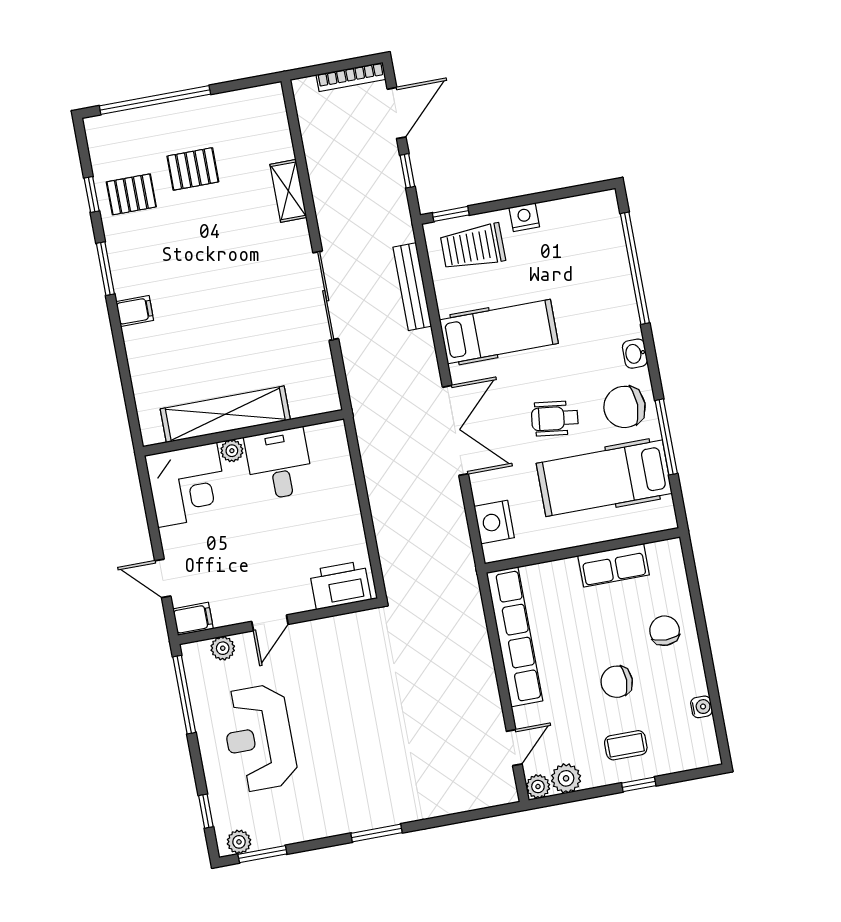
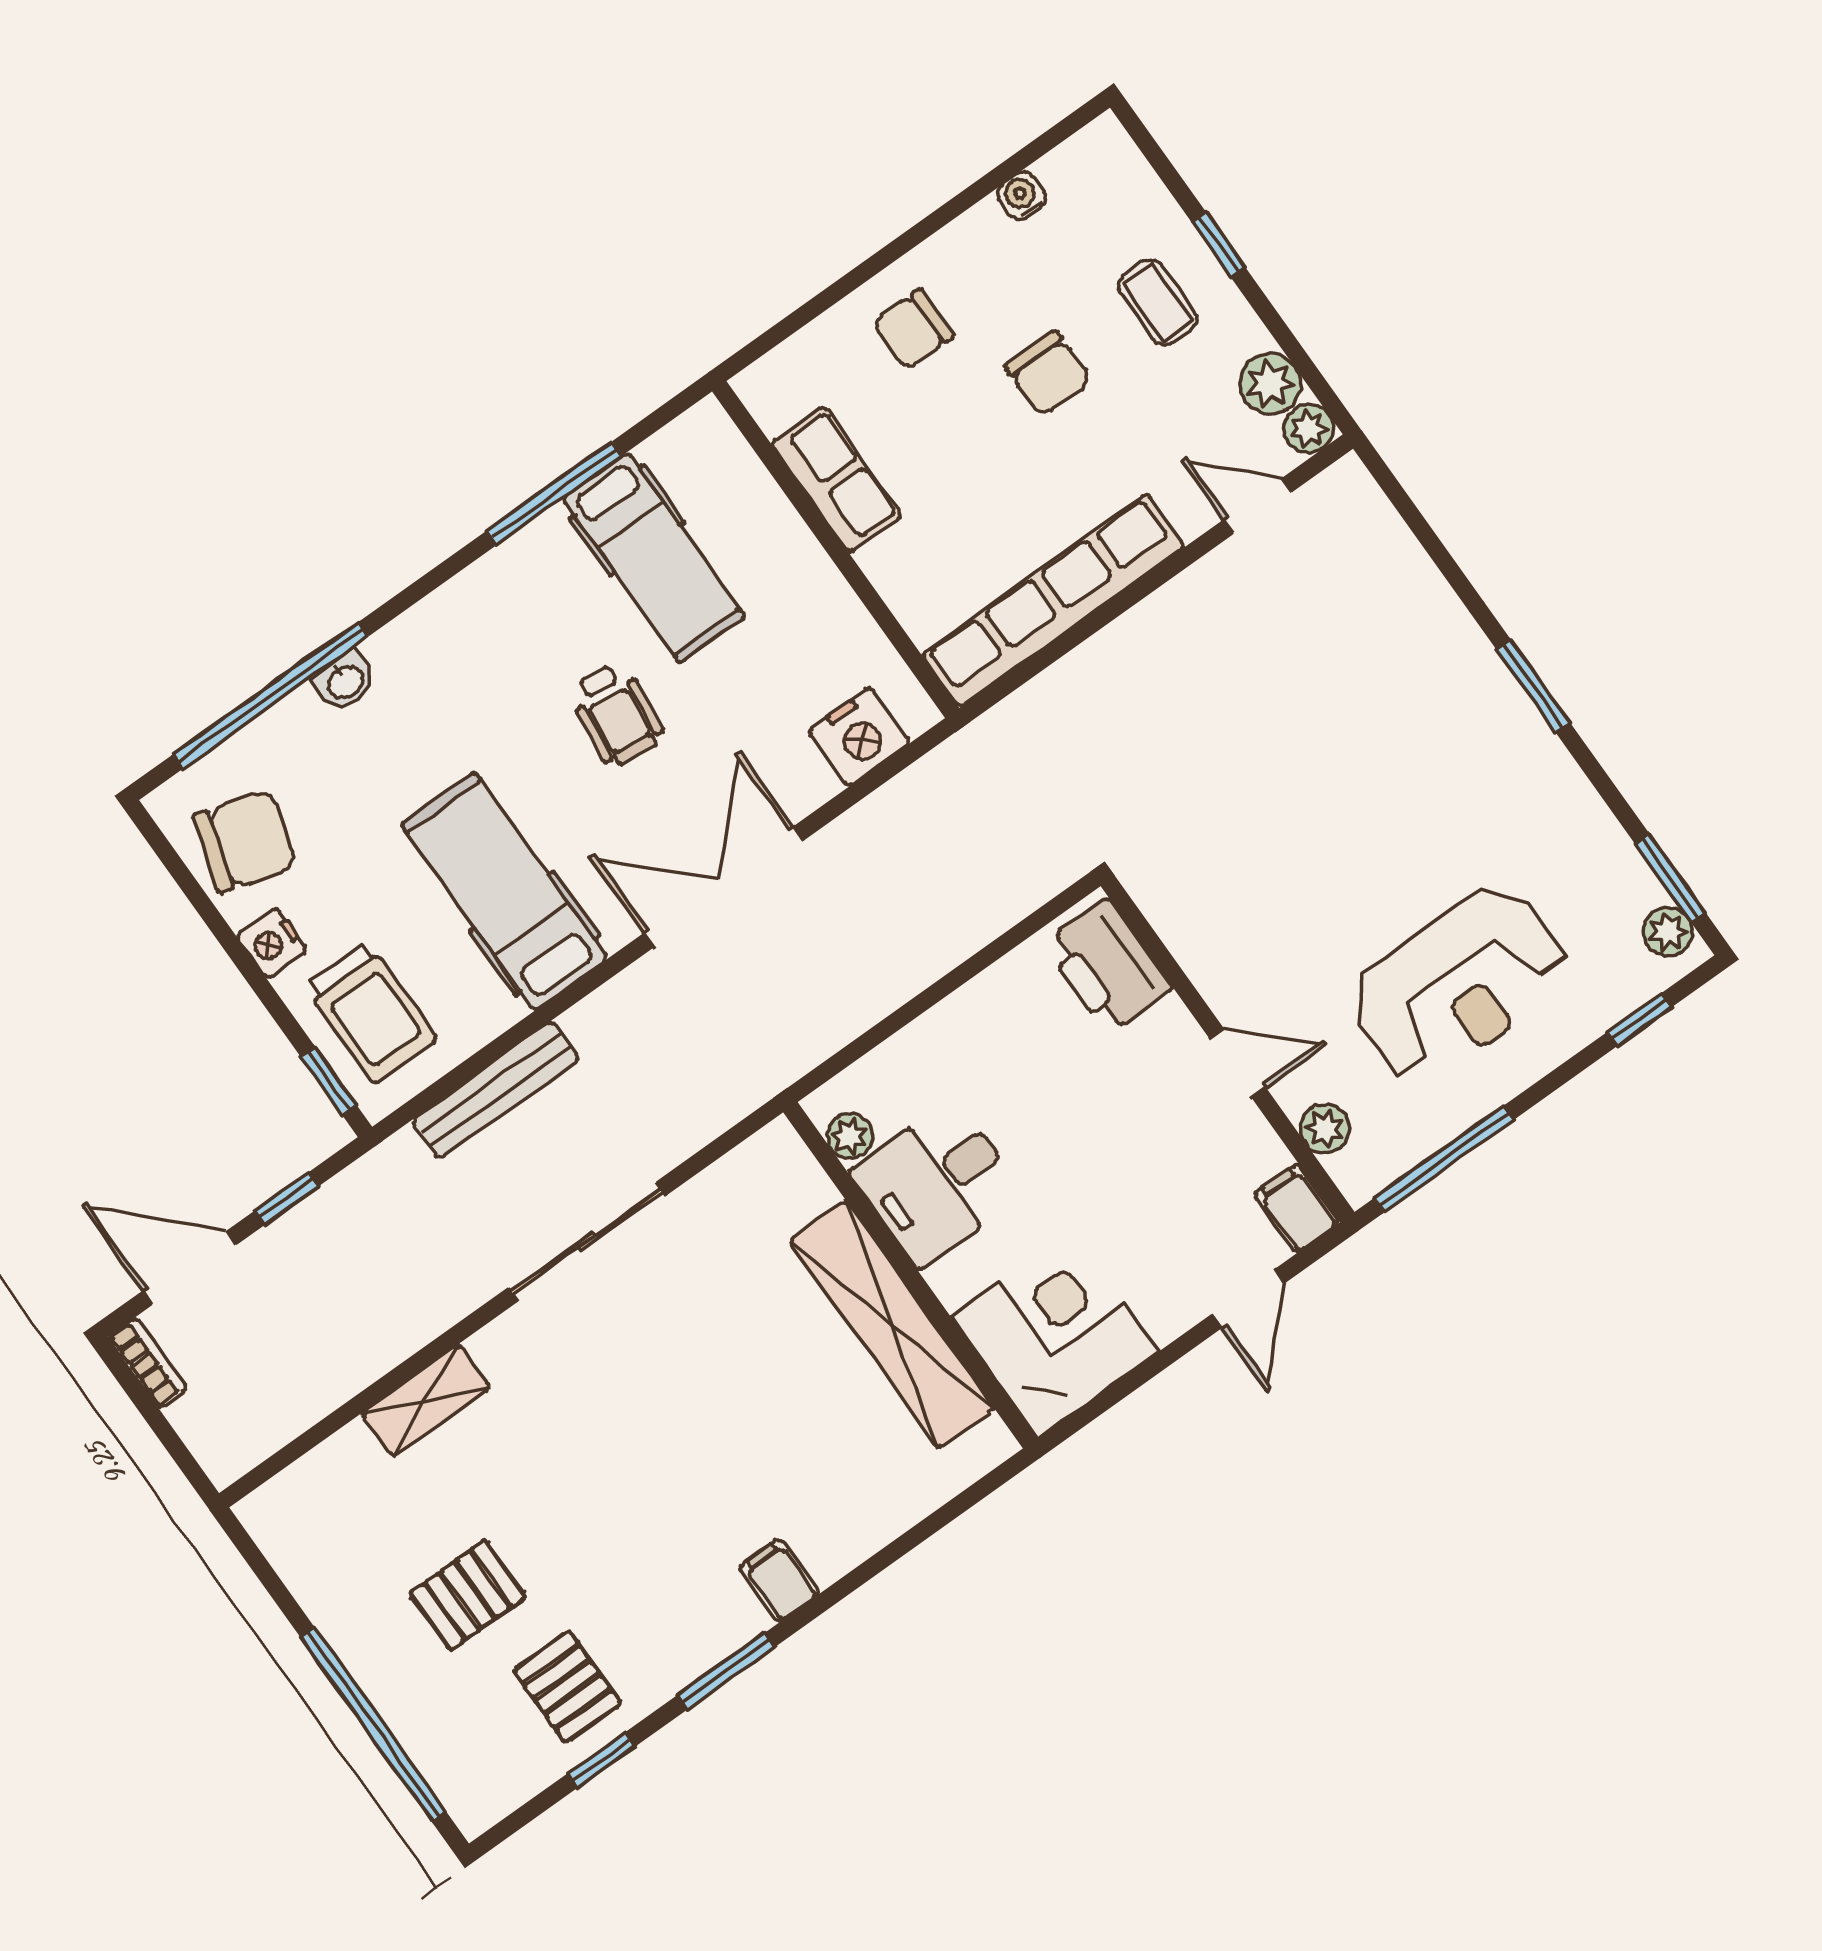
bookcase: (351, 77) -> (148, 1363), width x0.64
pallet: (193, 169) -> (468, 1595), turned 90
washbasin: (635, 354) -> (345, 681), moved
chair: (625, 407) -> (245, 841), moved, turned -73
plant: (232, 451) -> (850, 1136), moved
hospital bed: (604, 478) -> (653, 557), width x0.73, depth x0.78

